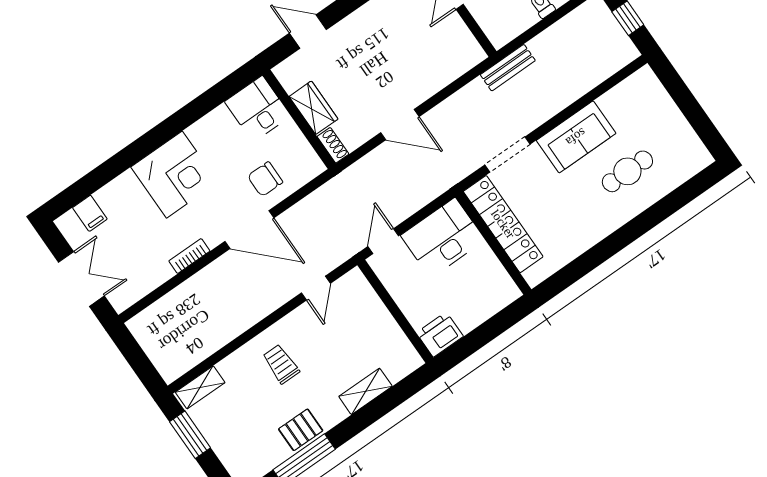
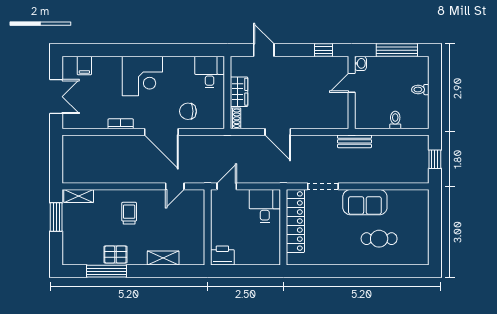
desk: (443, 238) -> (265, 206), width x0.73

